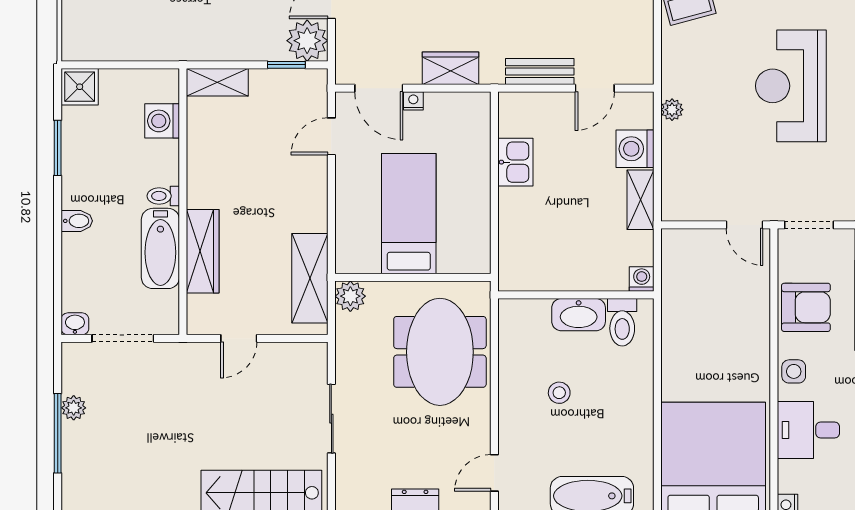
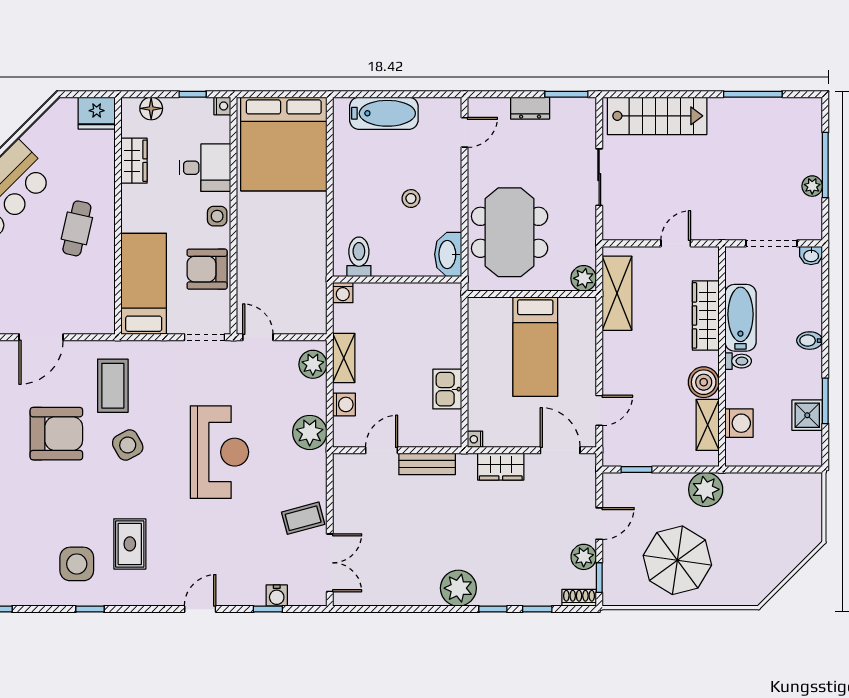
plant: (307, 41) -> (706, 489), moved
shelving: (217, 82) -> (708, 425), moved, turned 90
shower: (80, 87) -> (807, 415), moved
nightstand: (413, 101) -> (475, 439), moved, turned 90
plant: (672, 110) -> (310, 432), width x1.88, depth x1.88
washing machine: (635, 149) -> (344, 404), width x0.73, depth x0.73
boiler: (205, 171) -> (704, 382), added
plant: (678, 192) -> (313, 364), added
washbasin: (579, 315) -> (448, 254), moved, turned -90

